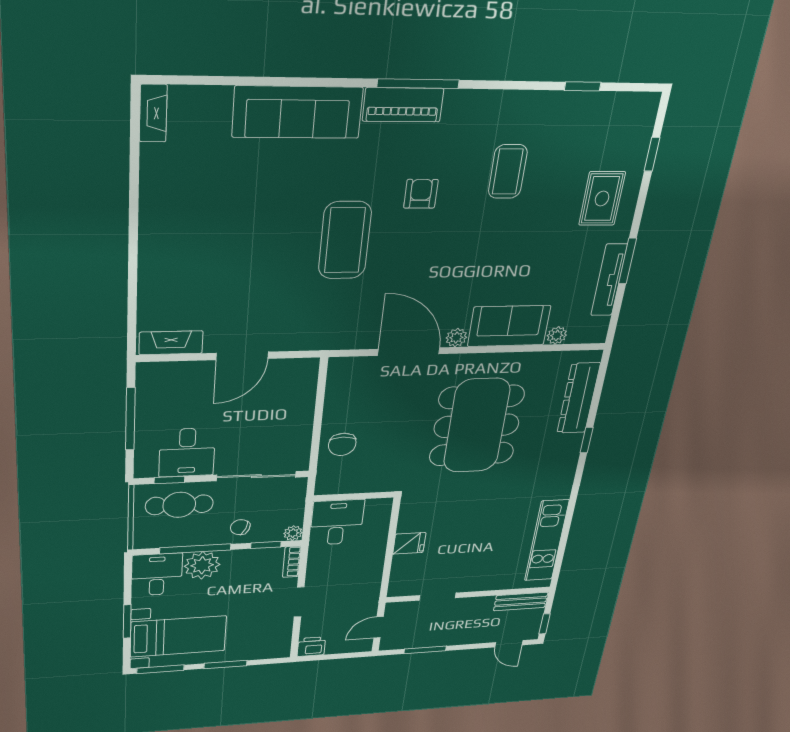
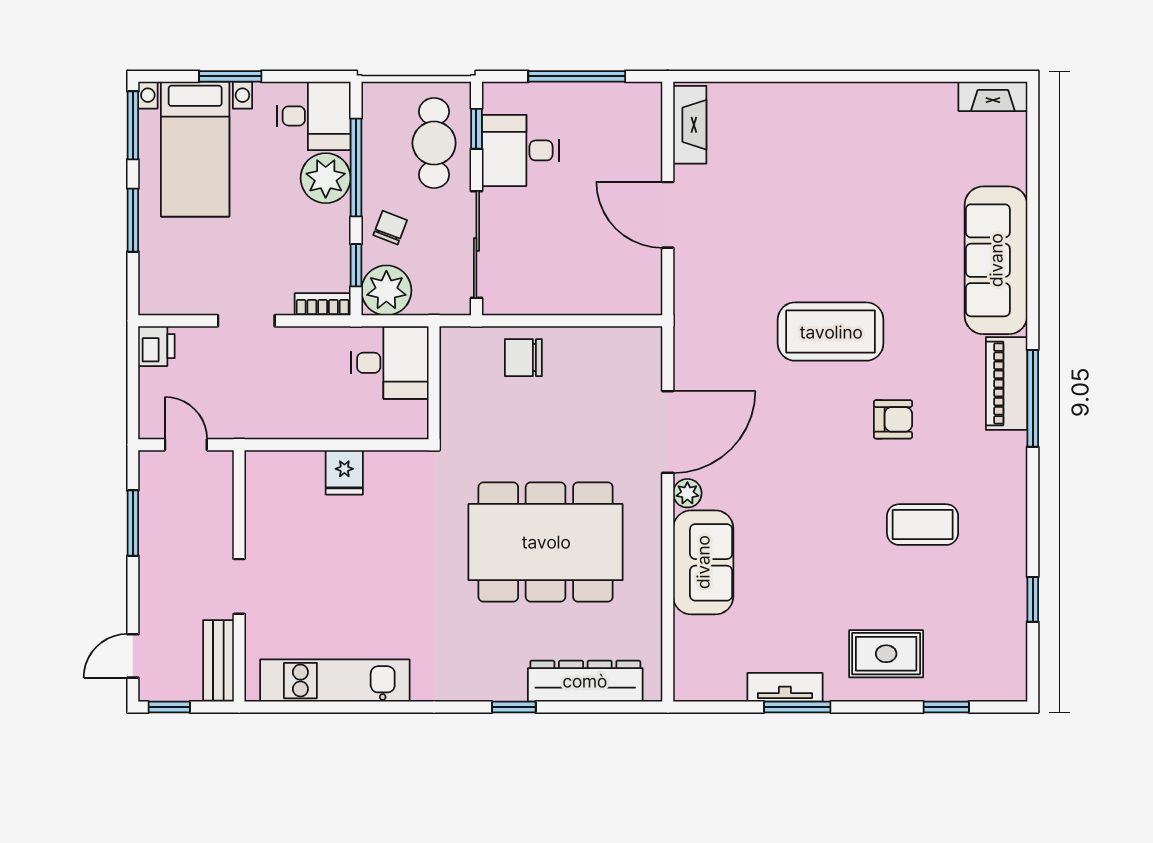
tv unit: (609, 280) -> (785, 687), width x0.71
plant: (557, 335) -> (687, 631), removed
plant: (293, 533) -> (386, 290), width x1.88, depth x1.88
doorway: (437, 597) -> (239, 586), moved

